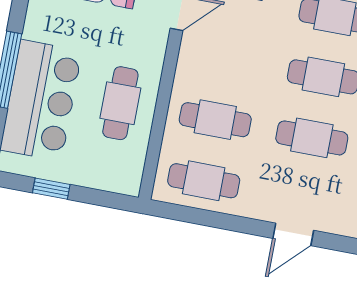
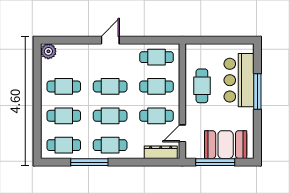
cafe table: (227, 59) -> (156, 116), added
window: (51, 189) -> (226, 40), removed

